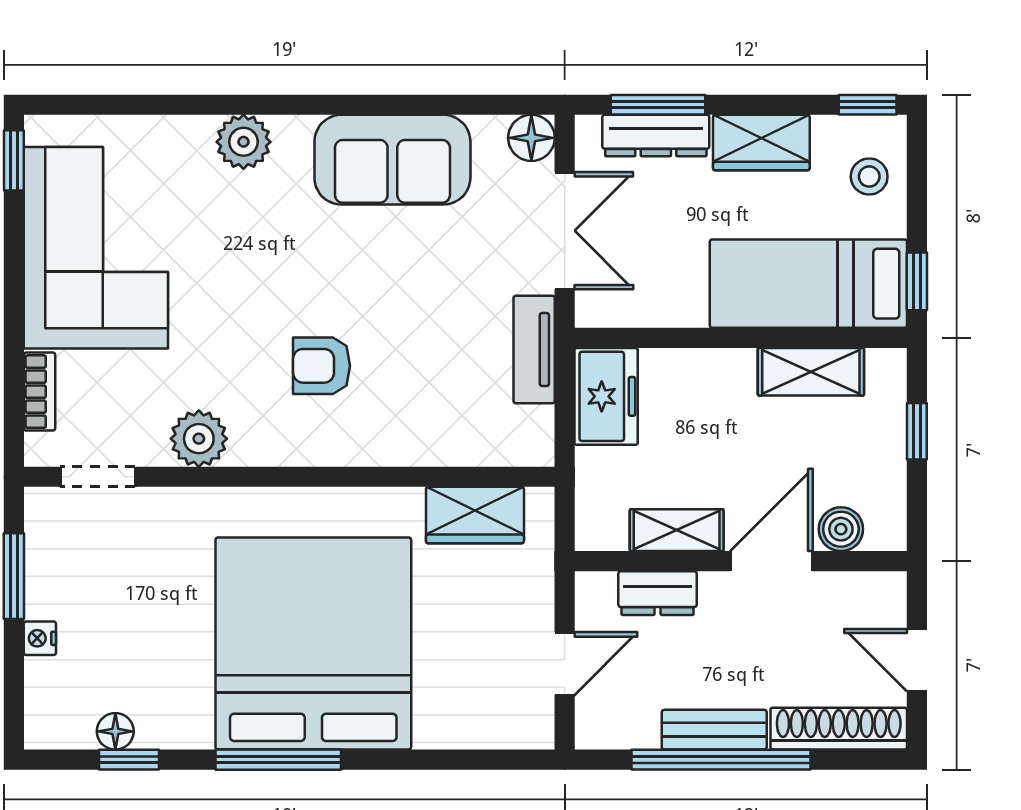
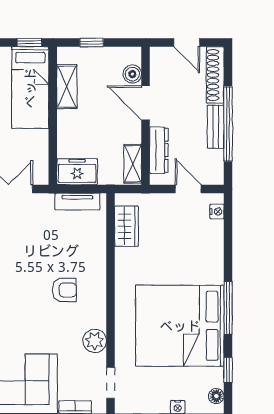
tv unit: (534, 349) -> (77, 202), moved
armchair: (321, 366) -> (64, 290), turned -90
shelving: (677, 530) -> (133, 164), moved
dresser: (658, 593) -> (159, 150), width x1.44
bed: (313, 644) -> (180, 326), moved
door: (917, 660) -> (187, 42), hinge flipped
floor lamp: (115, 731) -> (216, 396), moved
nightstand: (510, 733) -> (217, 212), added

